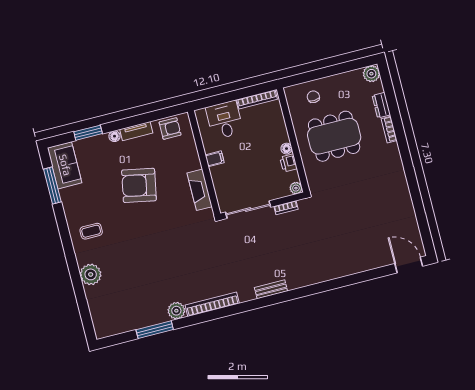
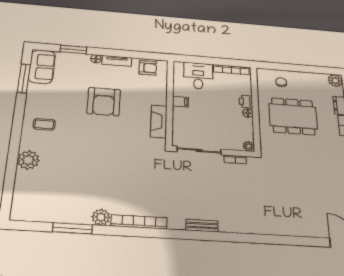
printer: (288, 163) -> (246, 102), moved
armchair: (139, 185) -> (104, 102), turned -101

